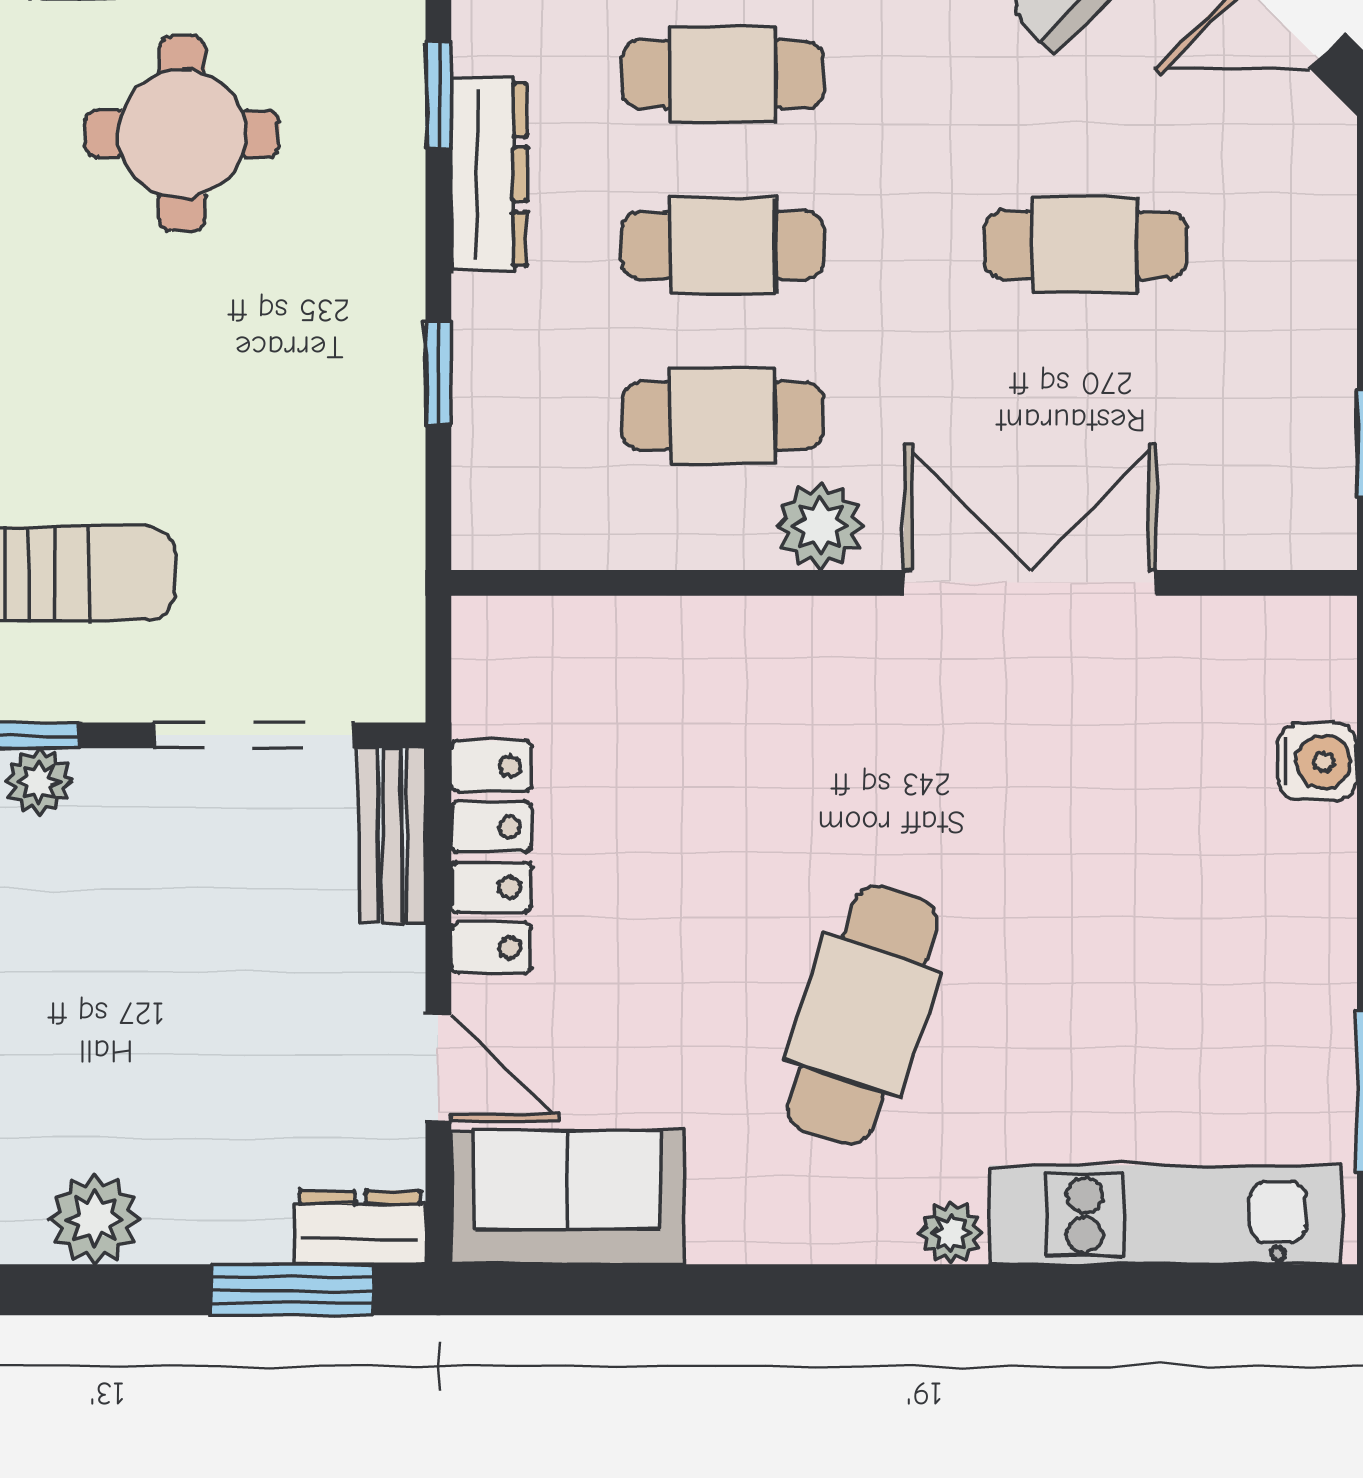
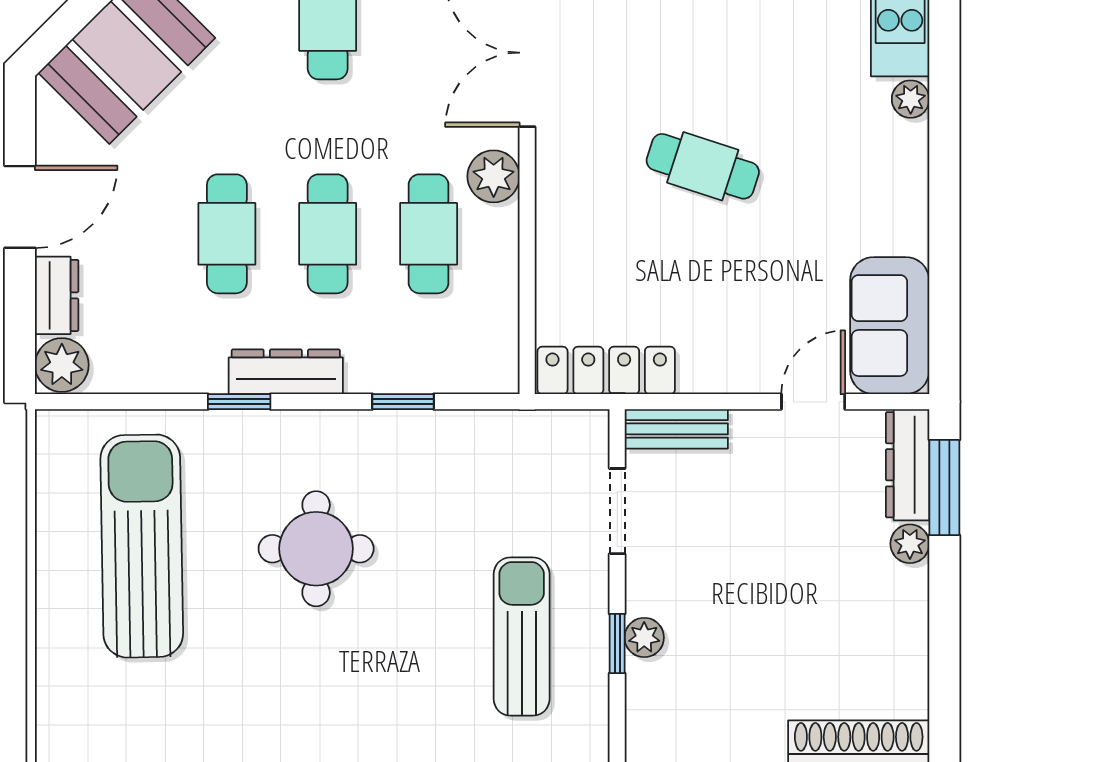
round table: (182, 134) -> (316, 549), moved
doorway: (253, 735) -> (617, 511), width x0.73
locker: (491, 857) -> (606, 370), moved
cafe table: (862, 1015) -> (703, 166), moved, width x0.73, depth x0.74
plant: (95, 1219) -> (910, 544), moved, width x0.73, depth x0.73
dresser: (360, 1228) -> (908, 465), width x1.44

